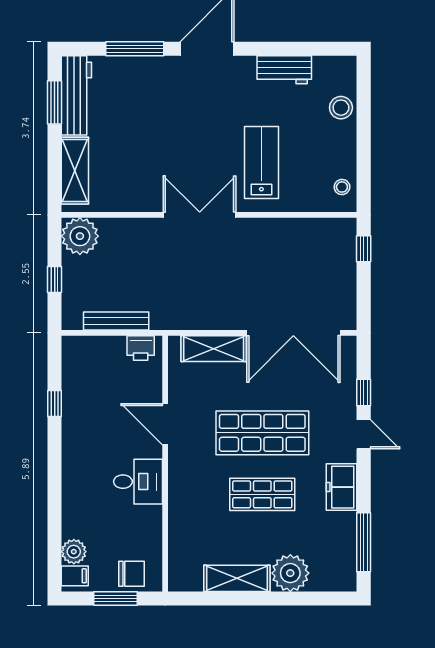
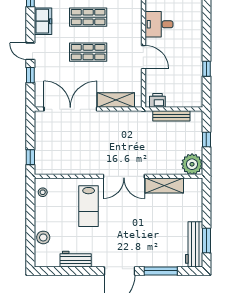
shelving: (75, 171) -> (164, 186), moved, turned 90
shop shelf: (262, 433) -> (88, 52), width x0.70, depth x0.74

